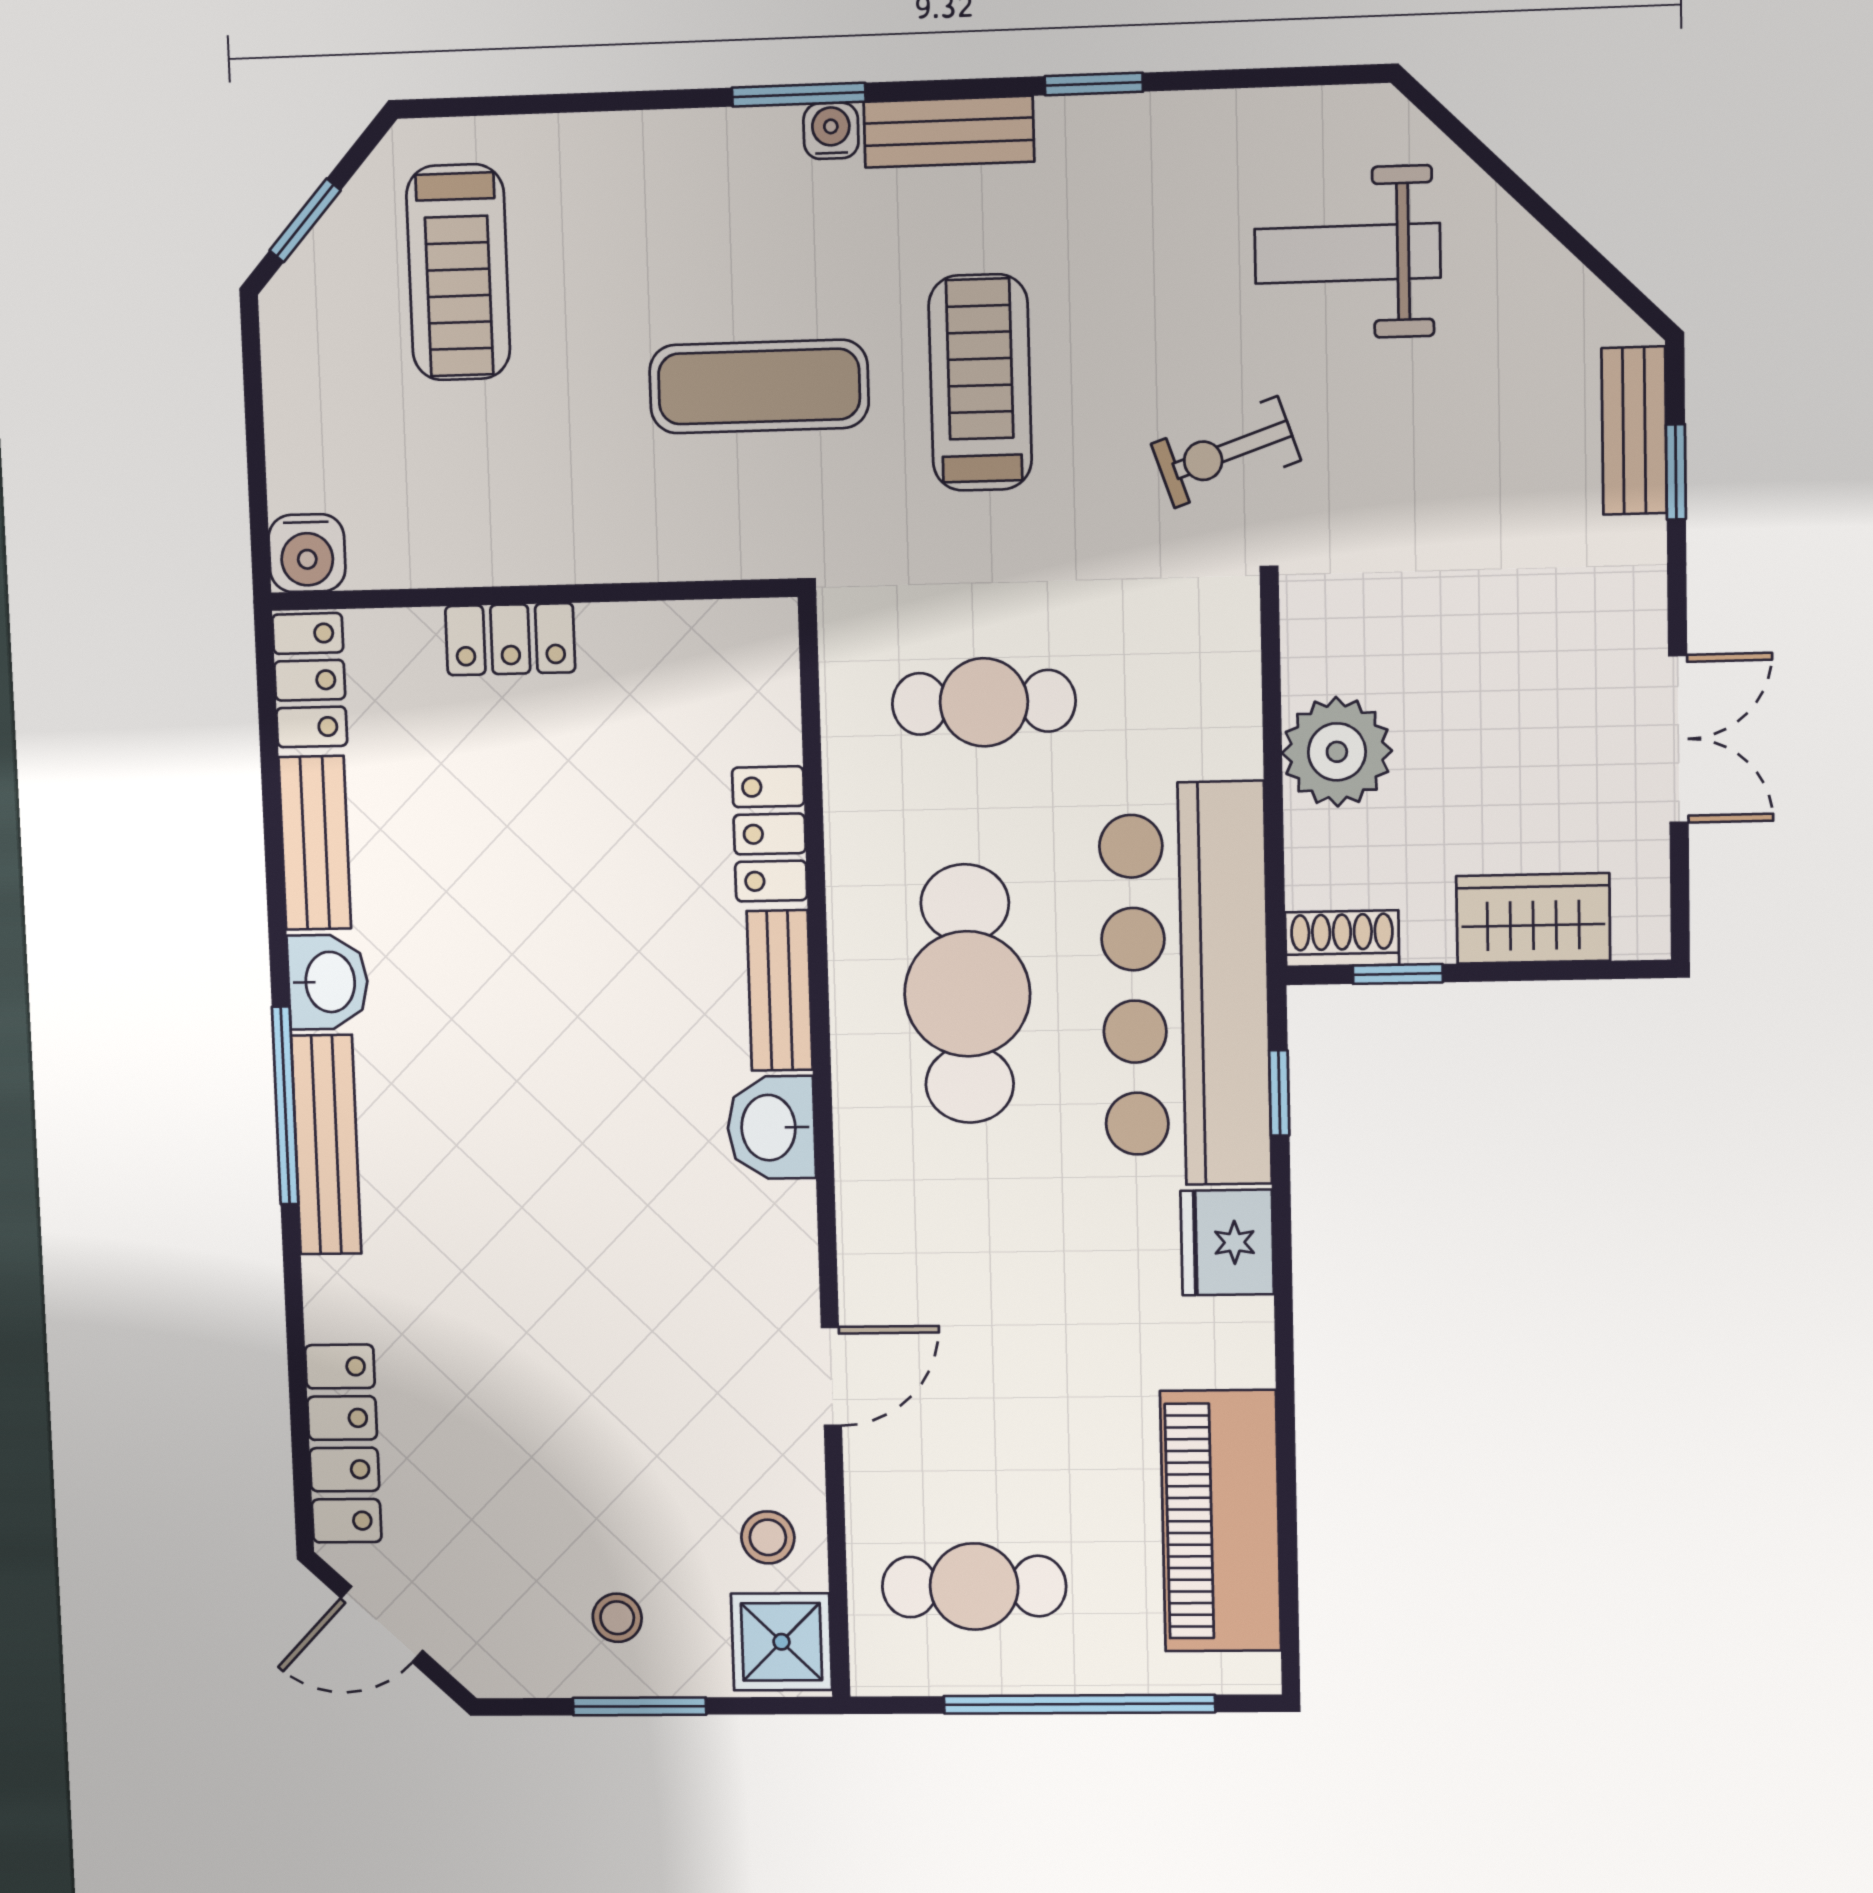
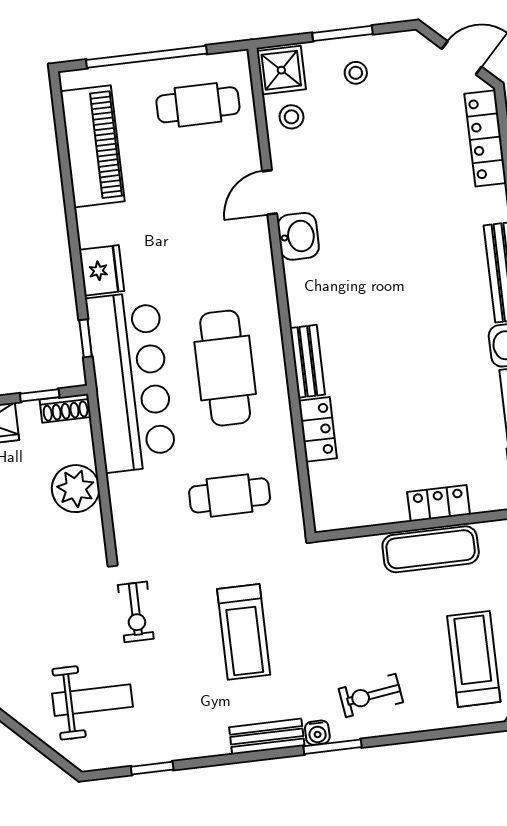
window: (1094, 84) -> (152, 768), moved
exercise bike: (700, 208) -> (371, 695), added
exercise mat: (759, 386) -> (431, 549), moved
exercise bike: (1226, 452) -> (136, 612), turned 109
washbasin: (771, 1128) -> (298, 236), moved

